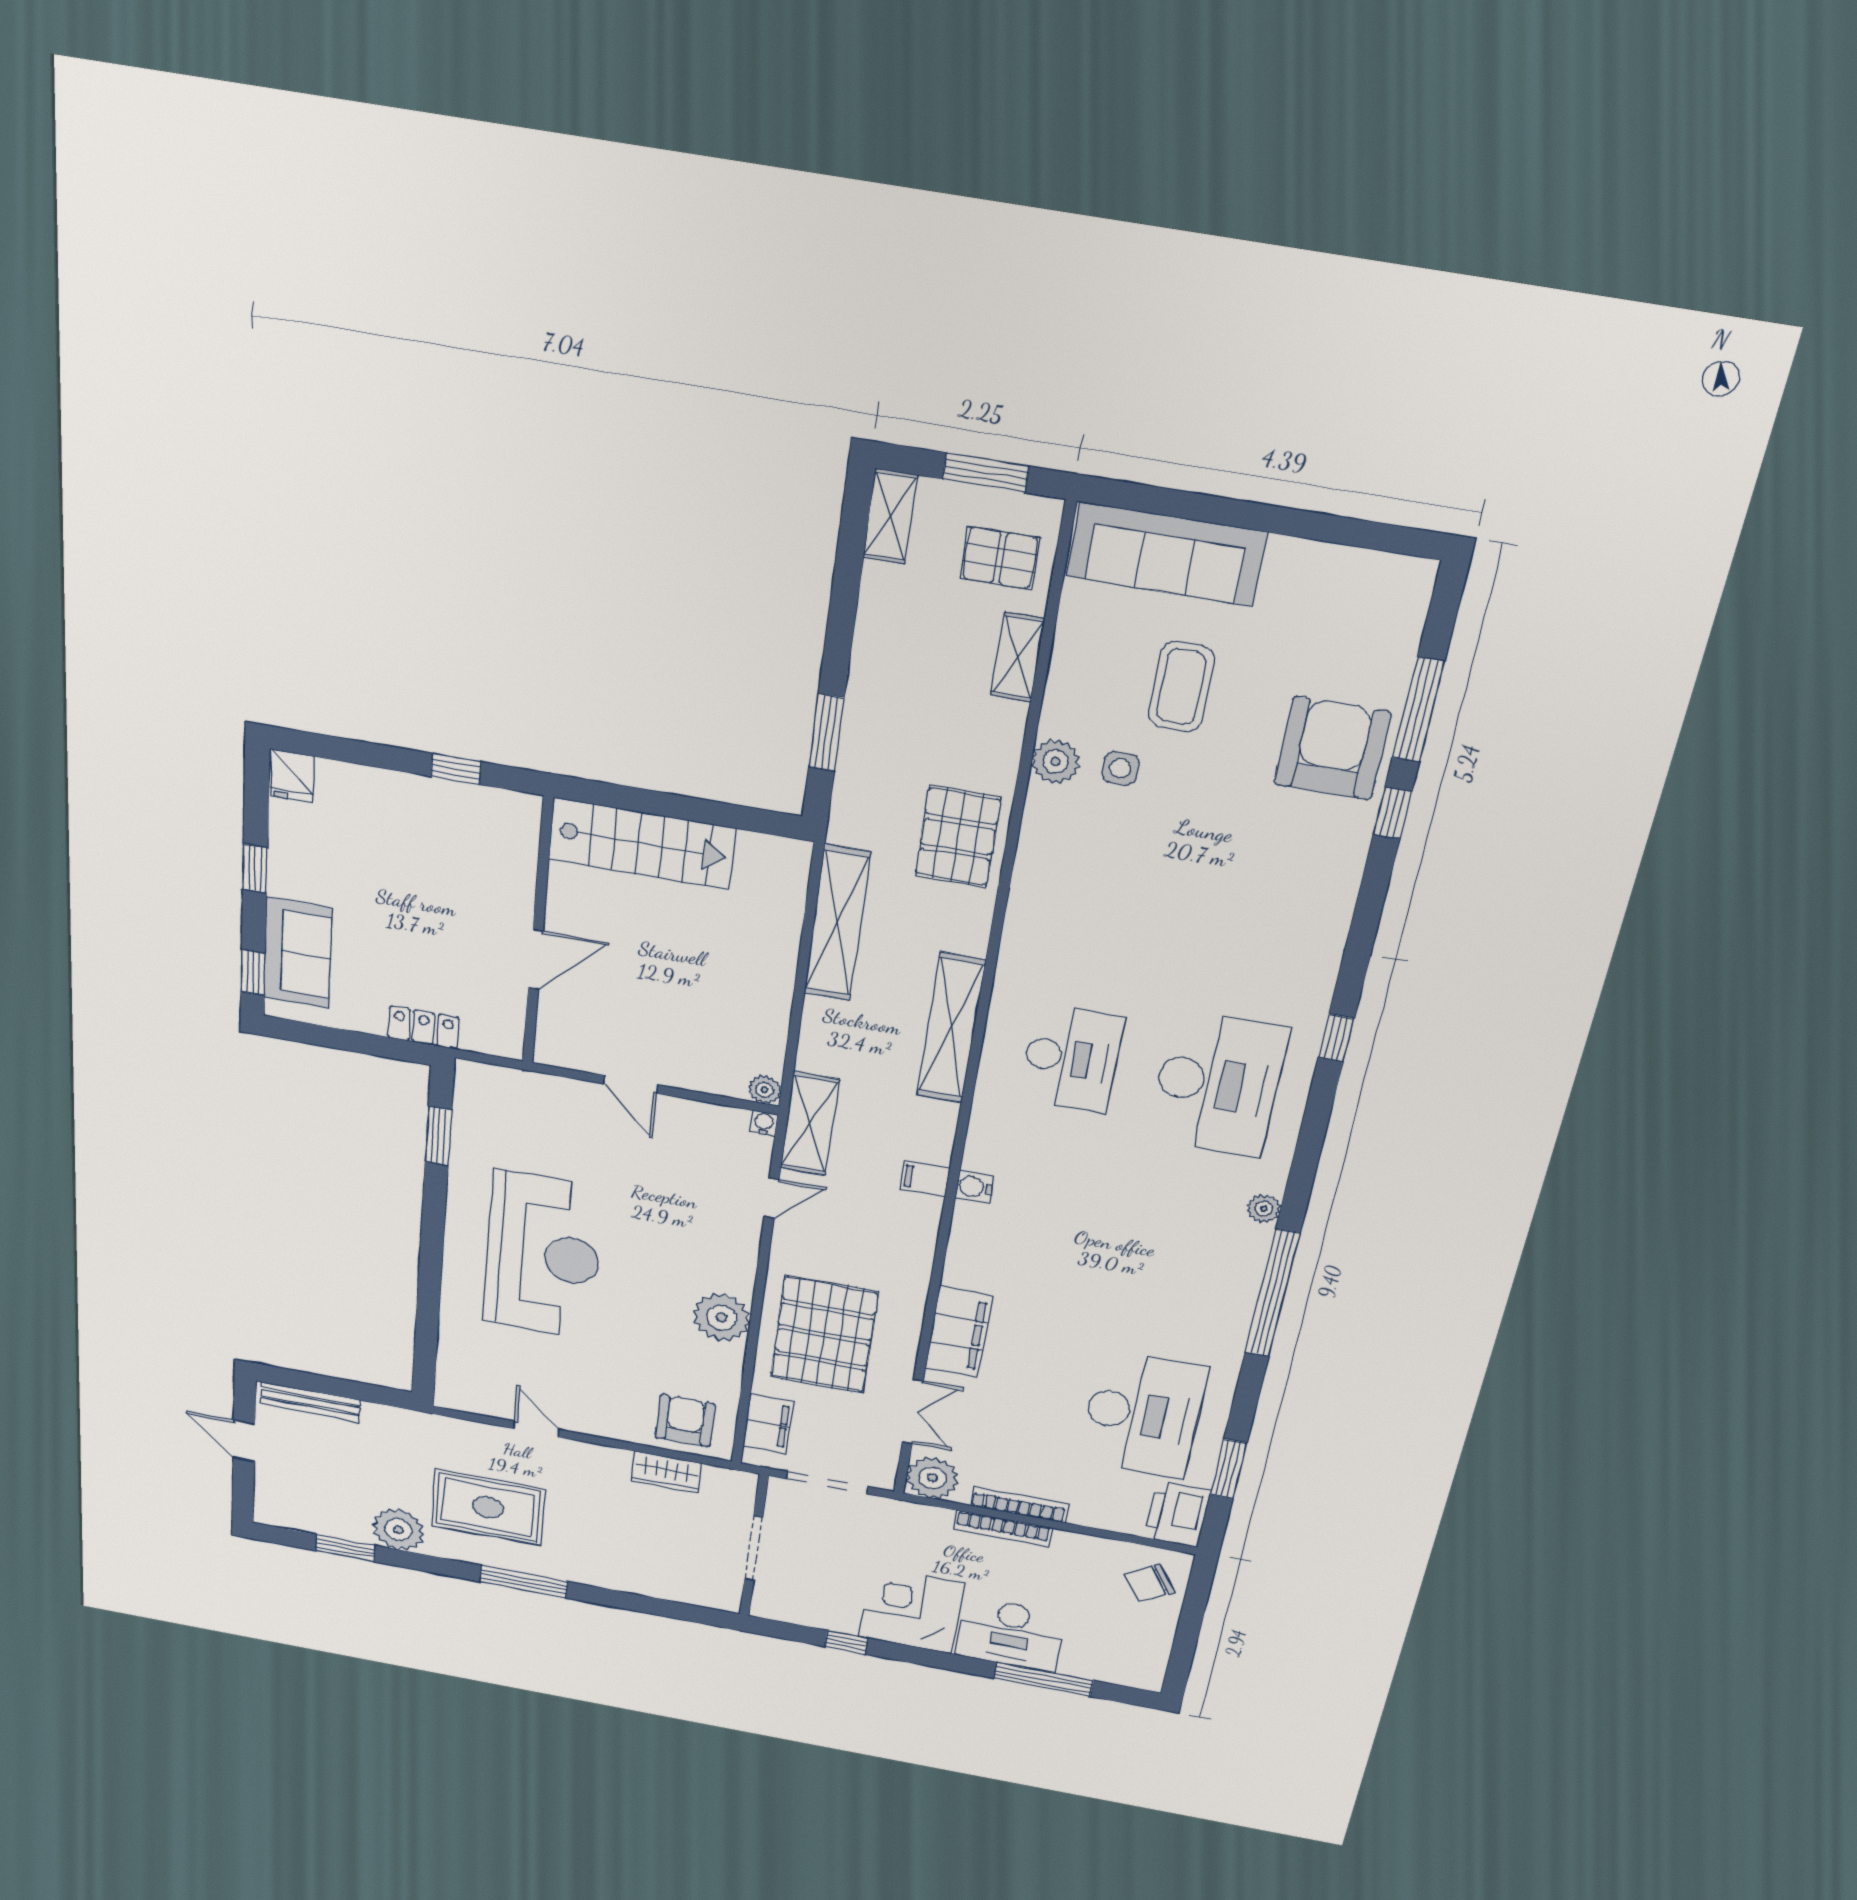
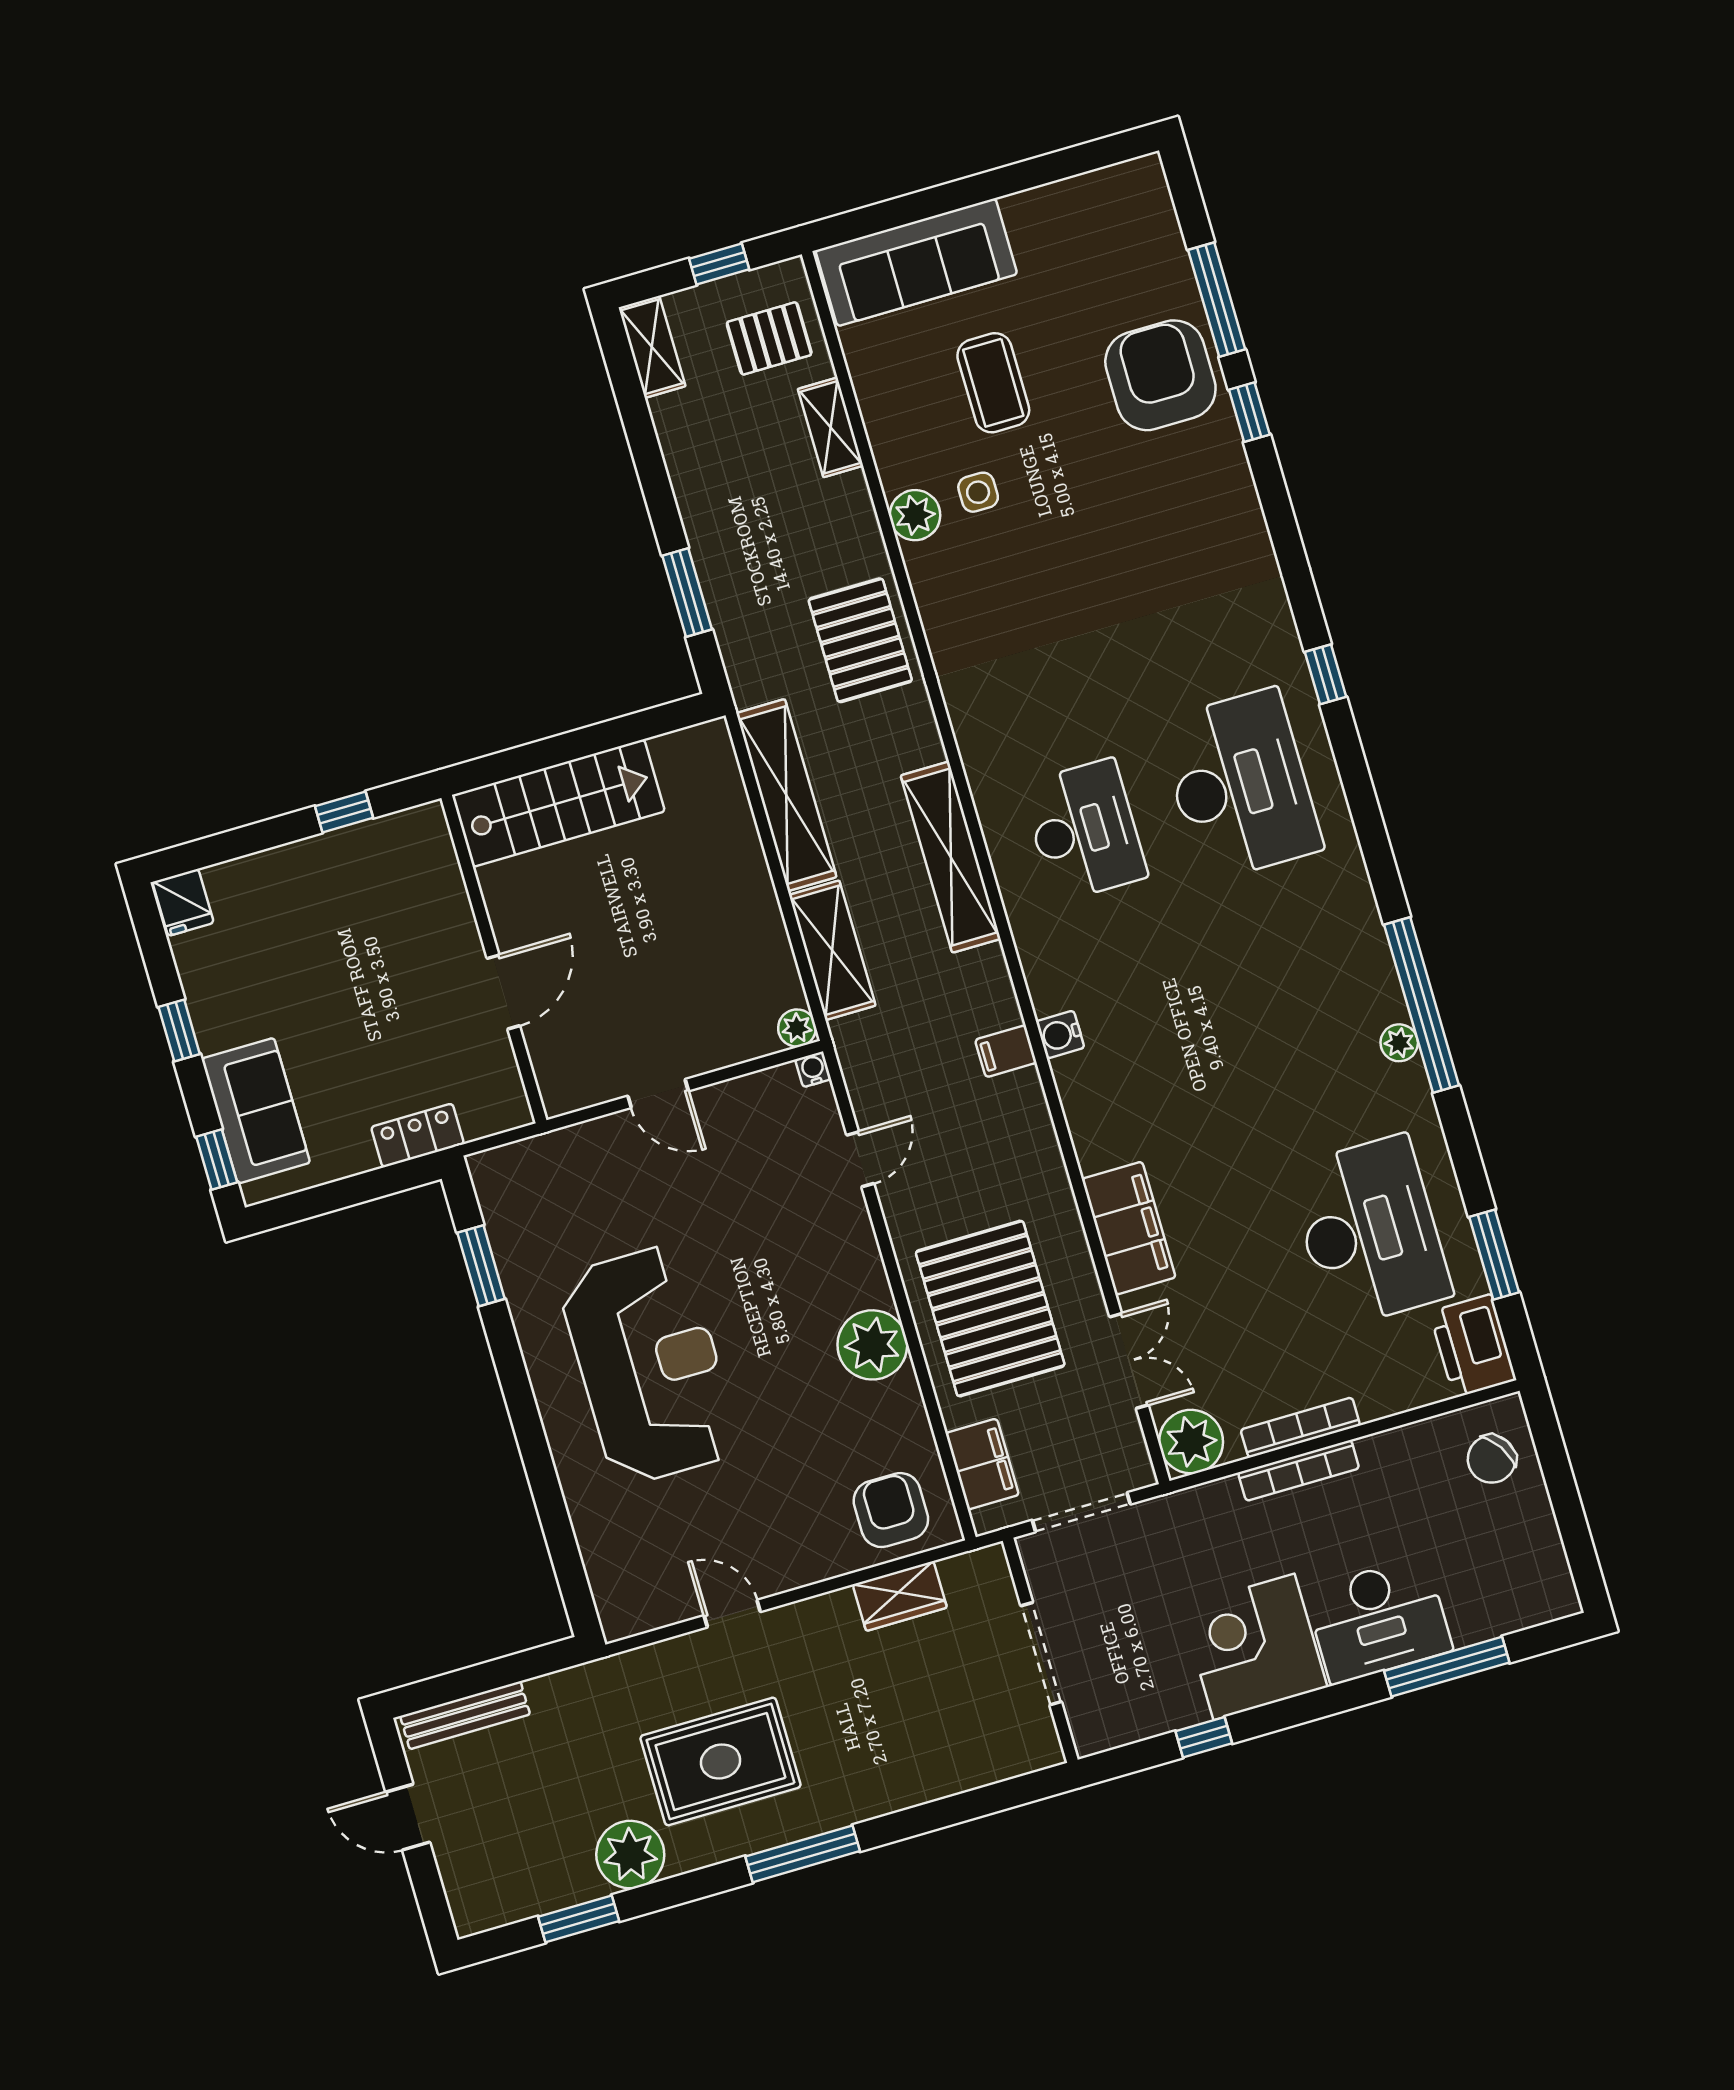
window: (986, 473) -> (719, 264), width x0.67
shelving: (810, 1124) -> (832, 950), moved
plant: (1264, 1209) -> (1399, 1043), moved

